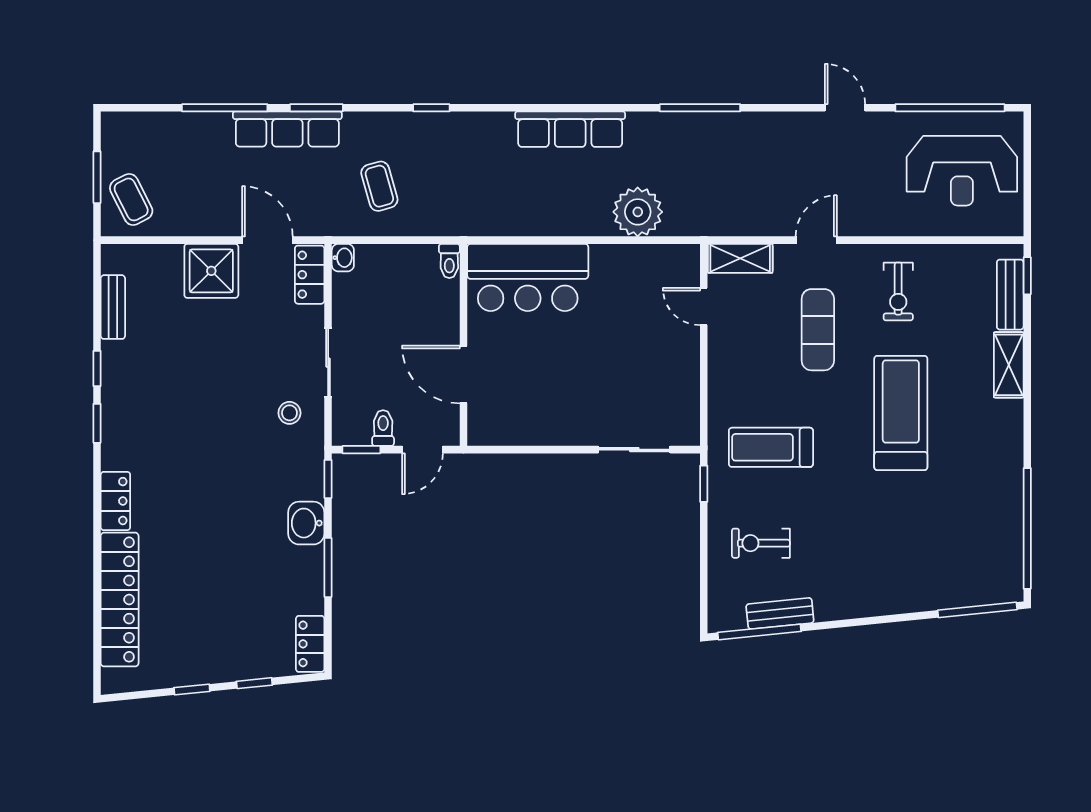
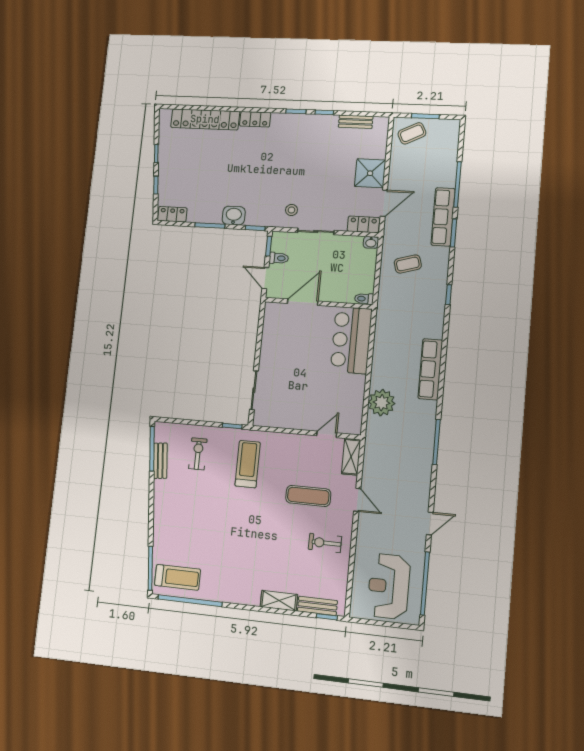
treadmill: (901, 413) -> (178, 577), moved, width x0.73, depth x0.73

